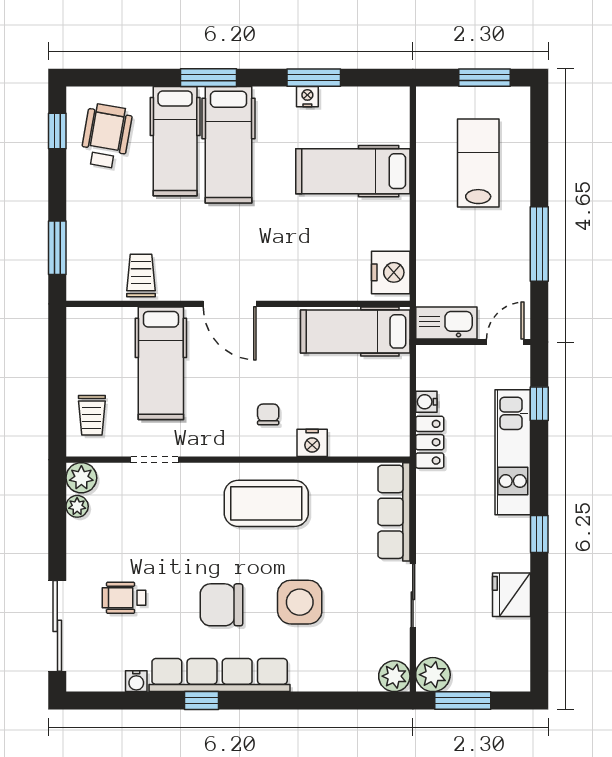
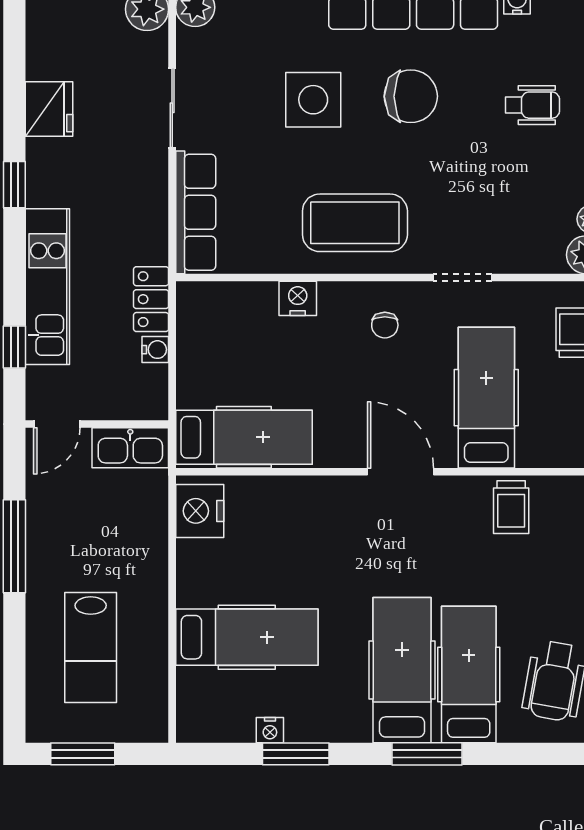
nightstand: (307, 97) -> (270, 730), moved
chair: (268, 414) -> (385, 325), moved
doorway: (155, 460) -> (463, 277), moved

